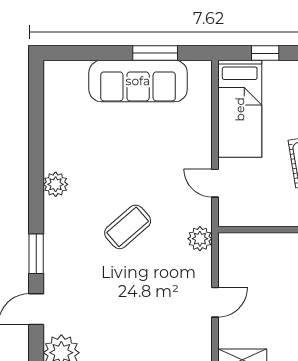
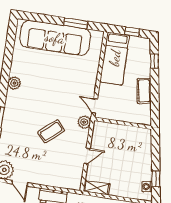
sofa: (138, 81) -> (55, 38), width x1.36, depth x1.27
door: (215, 183) -> (95, 106), moved
coffee table: (128, 227) -> (51, 131), moved

